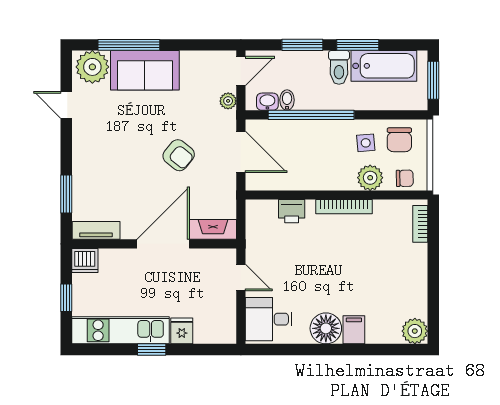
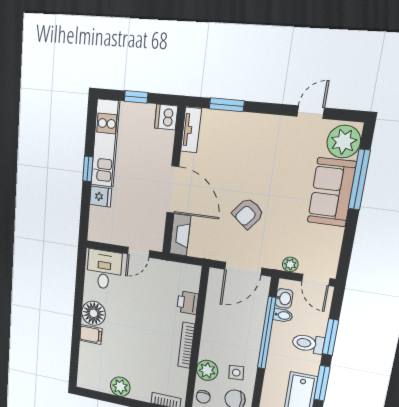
toilet: (339, 67) -> (308, 344), moved
plant: (415, 331) -> (120, 387), moved

